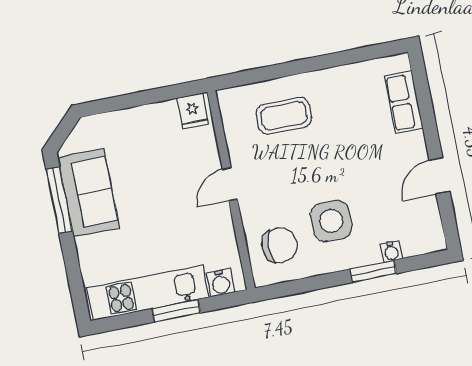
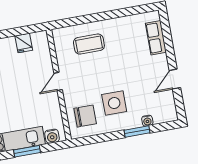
fridge: (192, 111) -> (24, 43), moved

